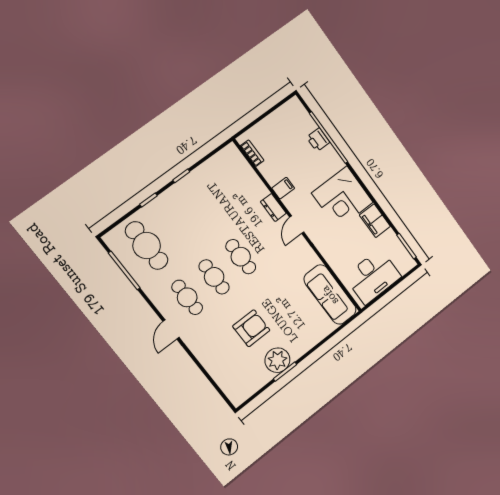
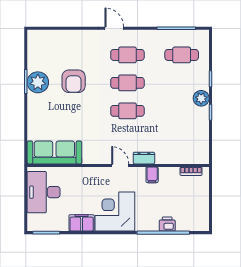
plant: (175, 195) -> (201, 98), added
cafe table: (147, 246) -> (182, 55), width x0.73, depth x0.74

